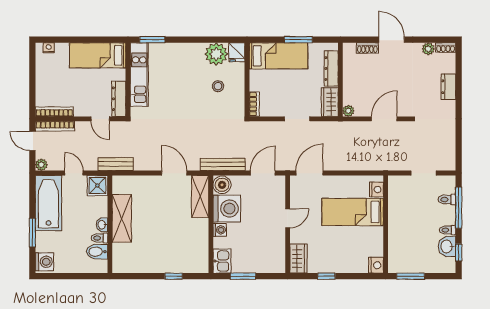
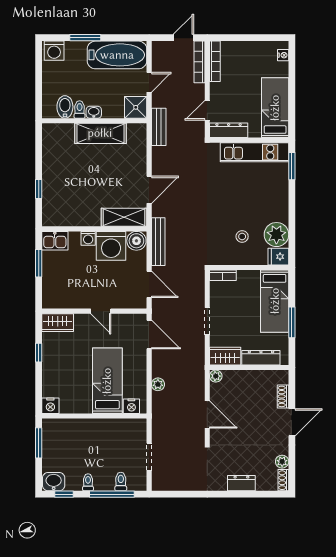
plant: (41, 165) -> (158, 384), moved
washbasin: (447, 246) -> (54, 482), moved

